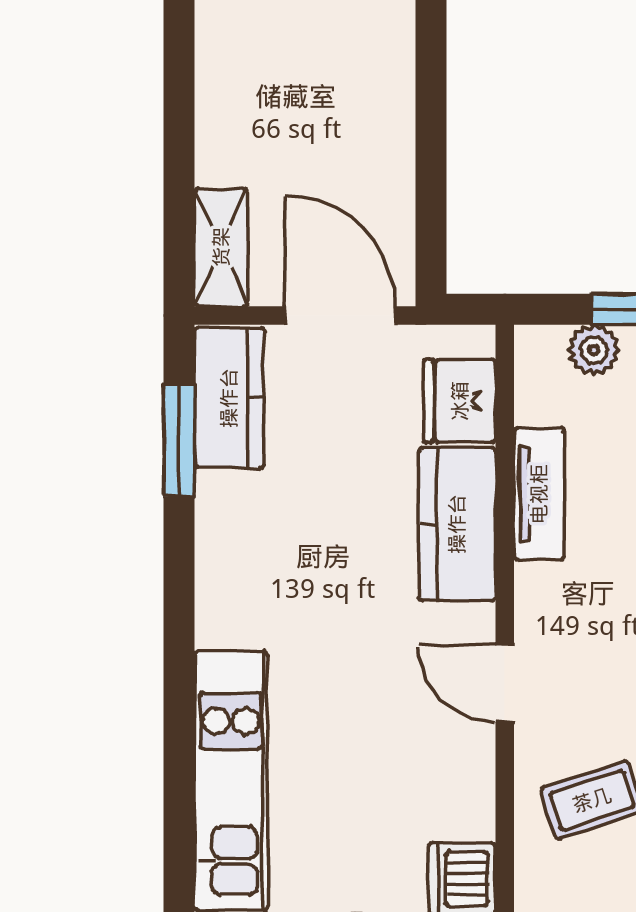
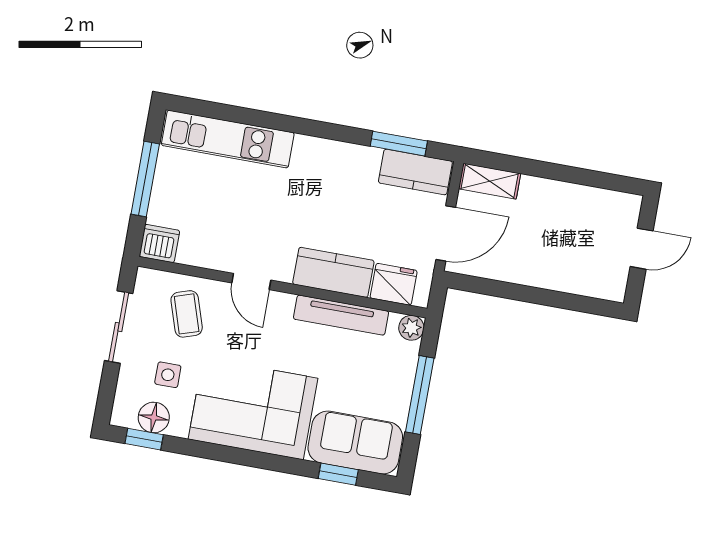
plant: (594, 350) -> (411, 328), moved
tv unit: (539, 494) -> (341, 315), width x1.41
door: (505, 683) -> (251, 282), swing flipped

